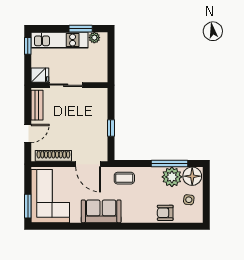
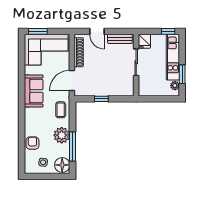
plant: (172, 177) -> (62, 135), moved

